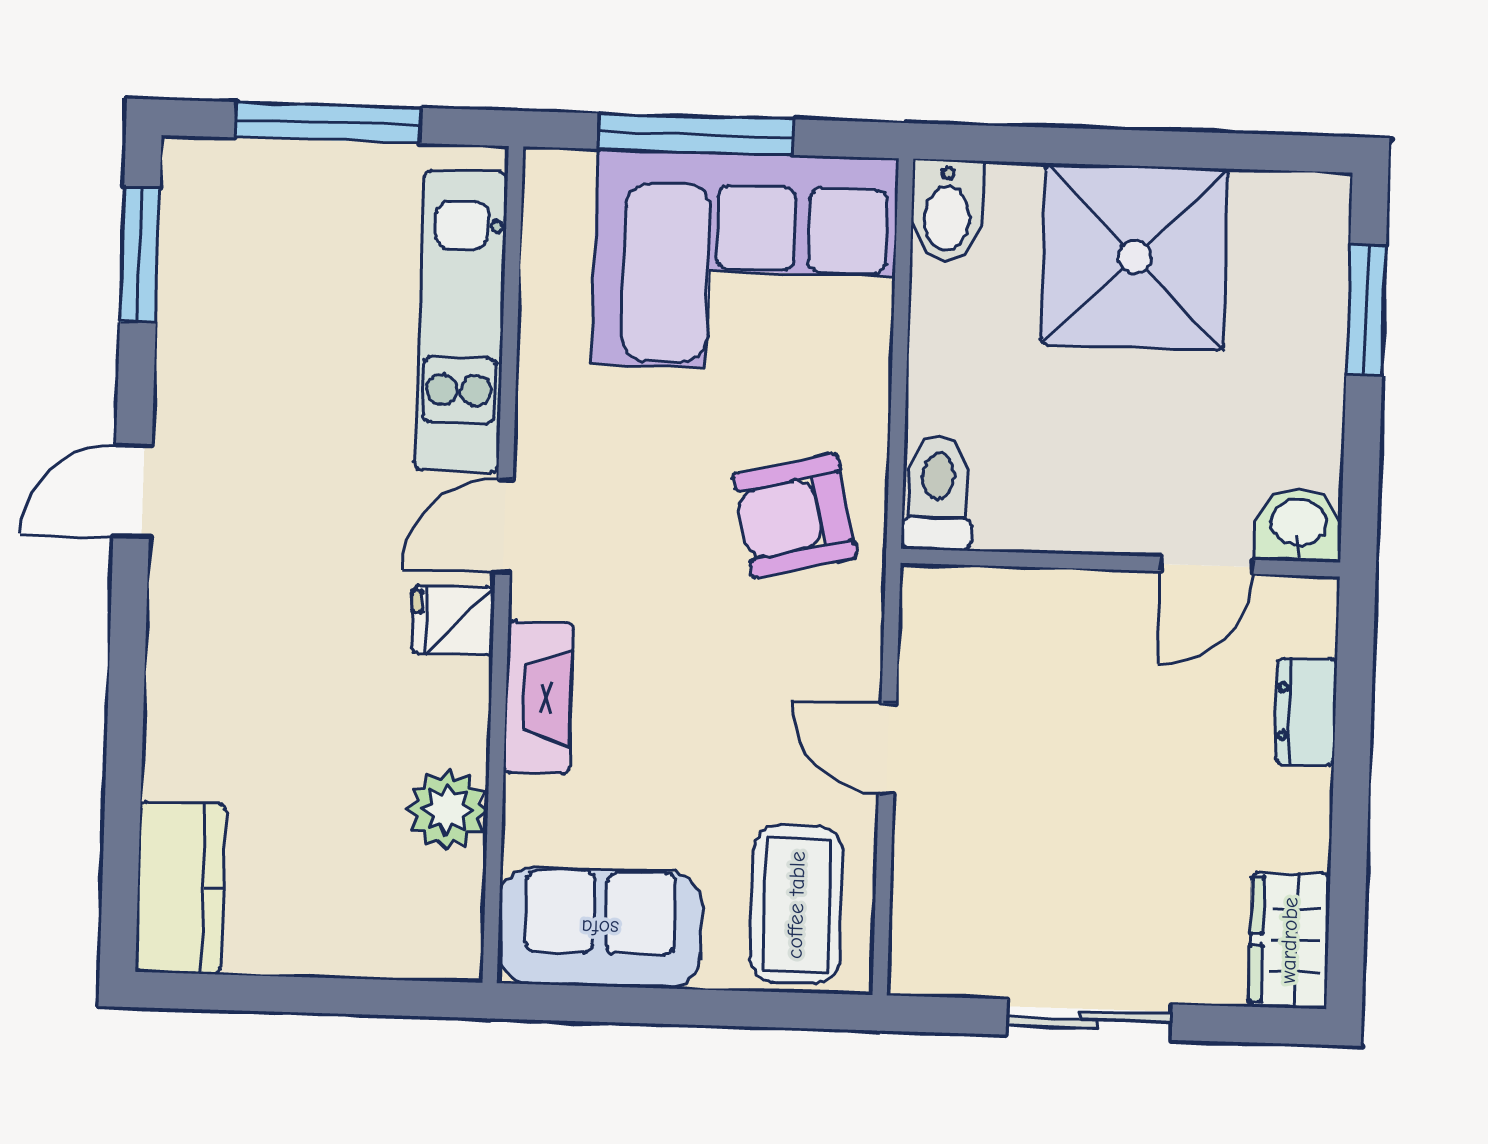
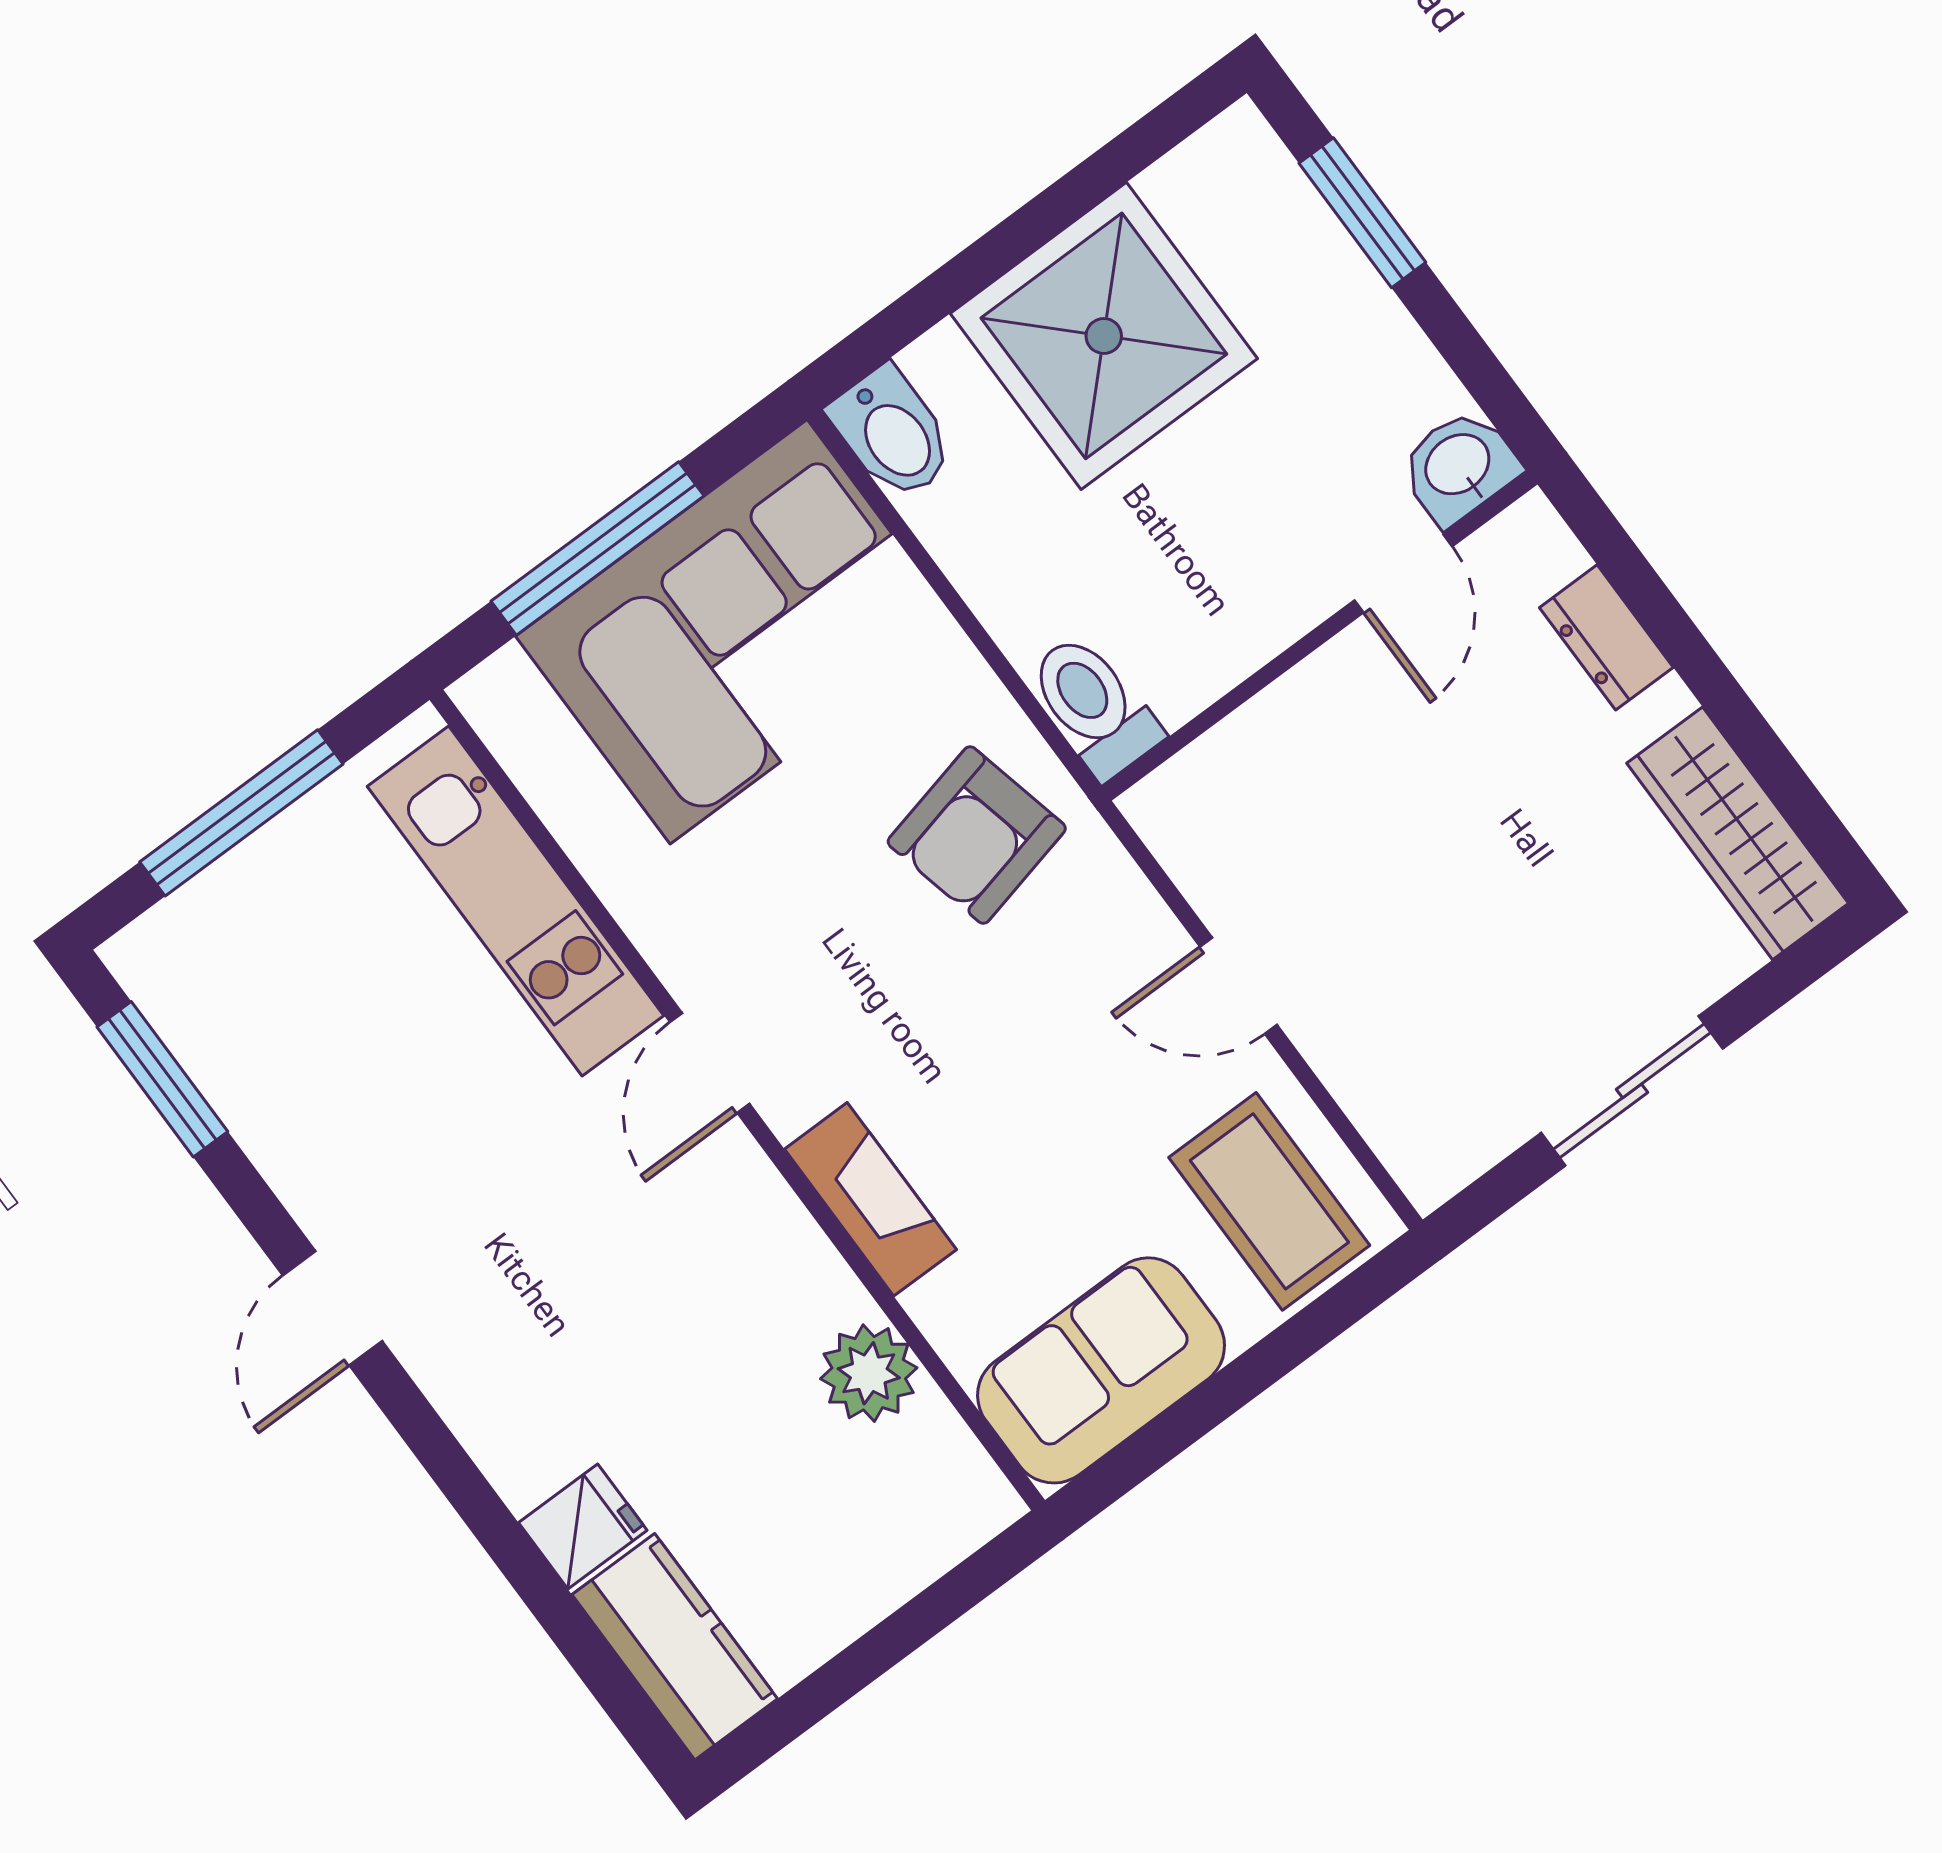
fridge: (453, 620) -> (583, 1527), moved, turned 180
wardrobe: (1289, 940) -> (1738, 833), width x1.50

